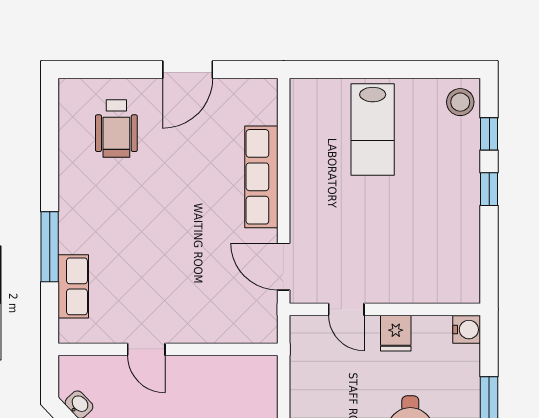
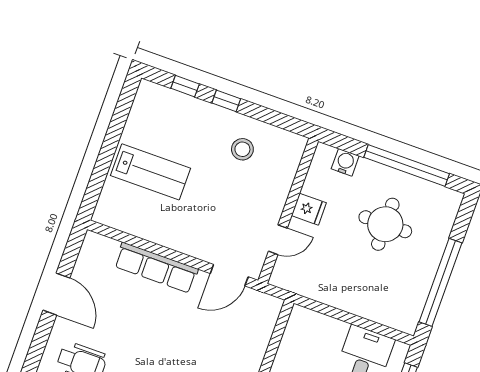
stool: (460, 102) -> (242, 149), moved
water cooler: (467, 330) -> (345, 162), moved

